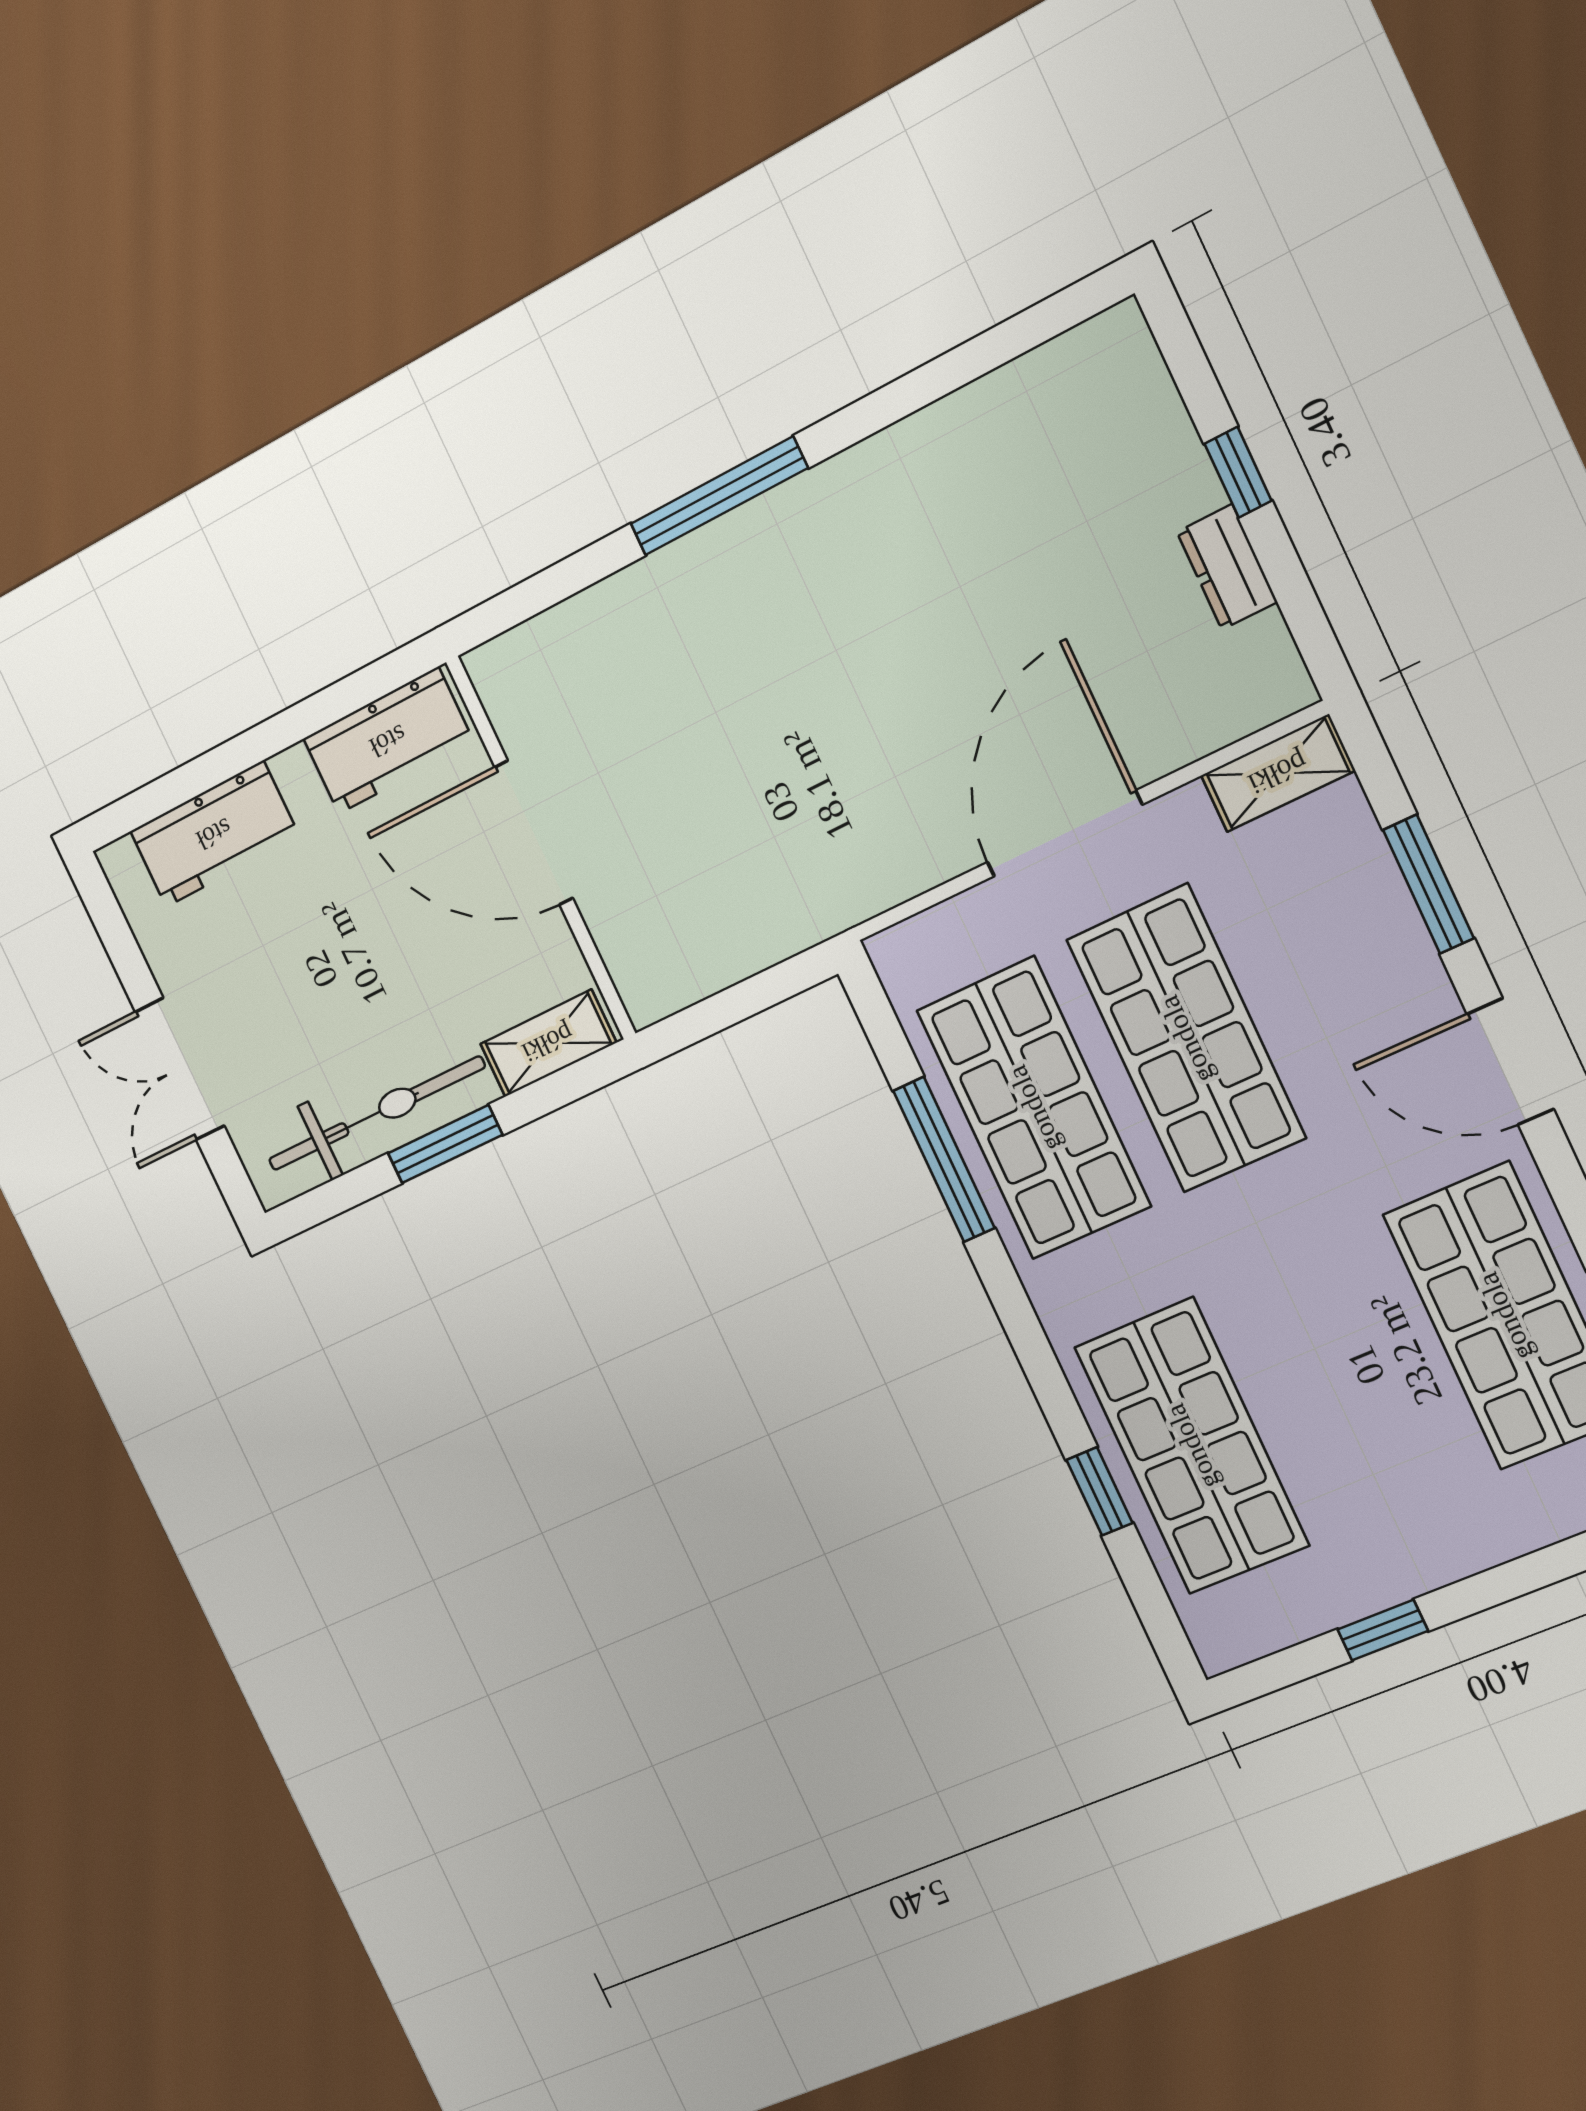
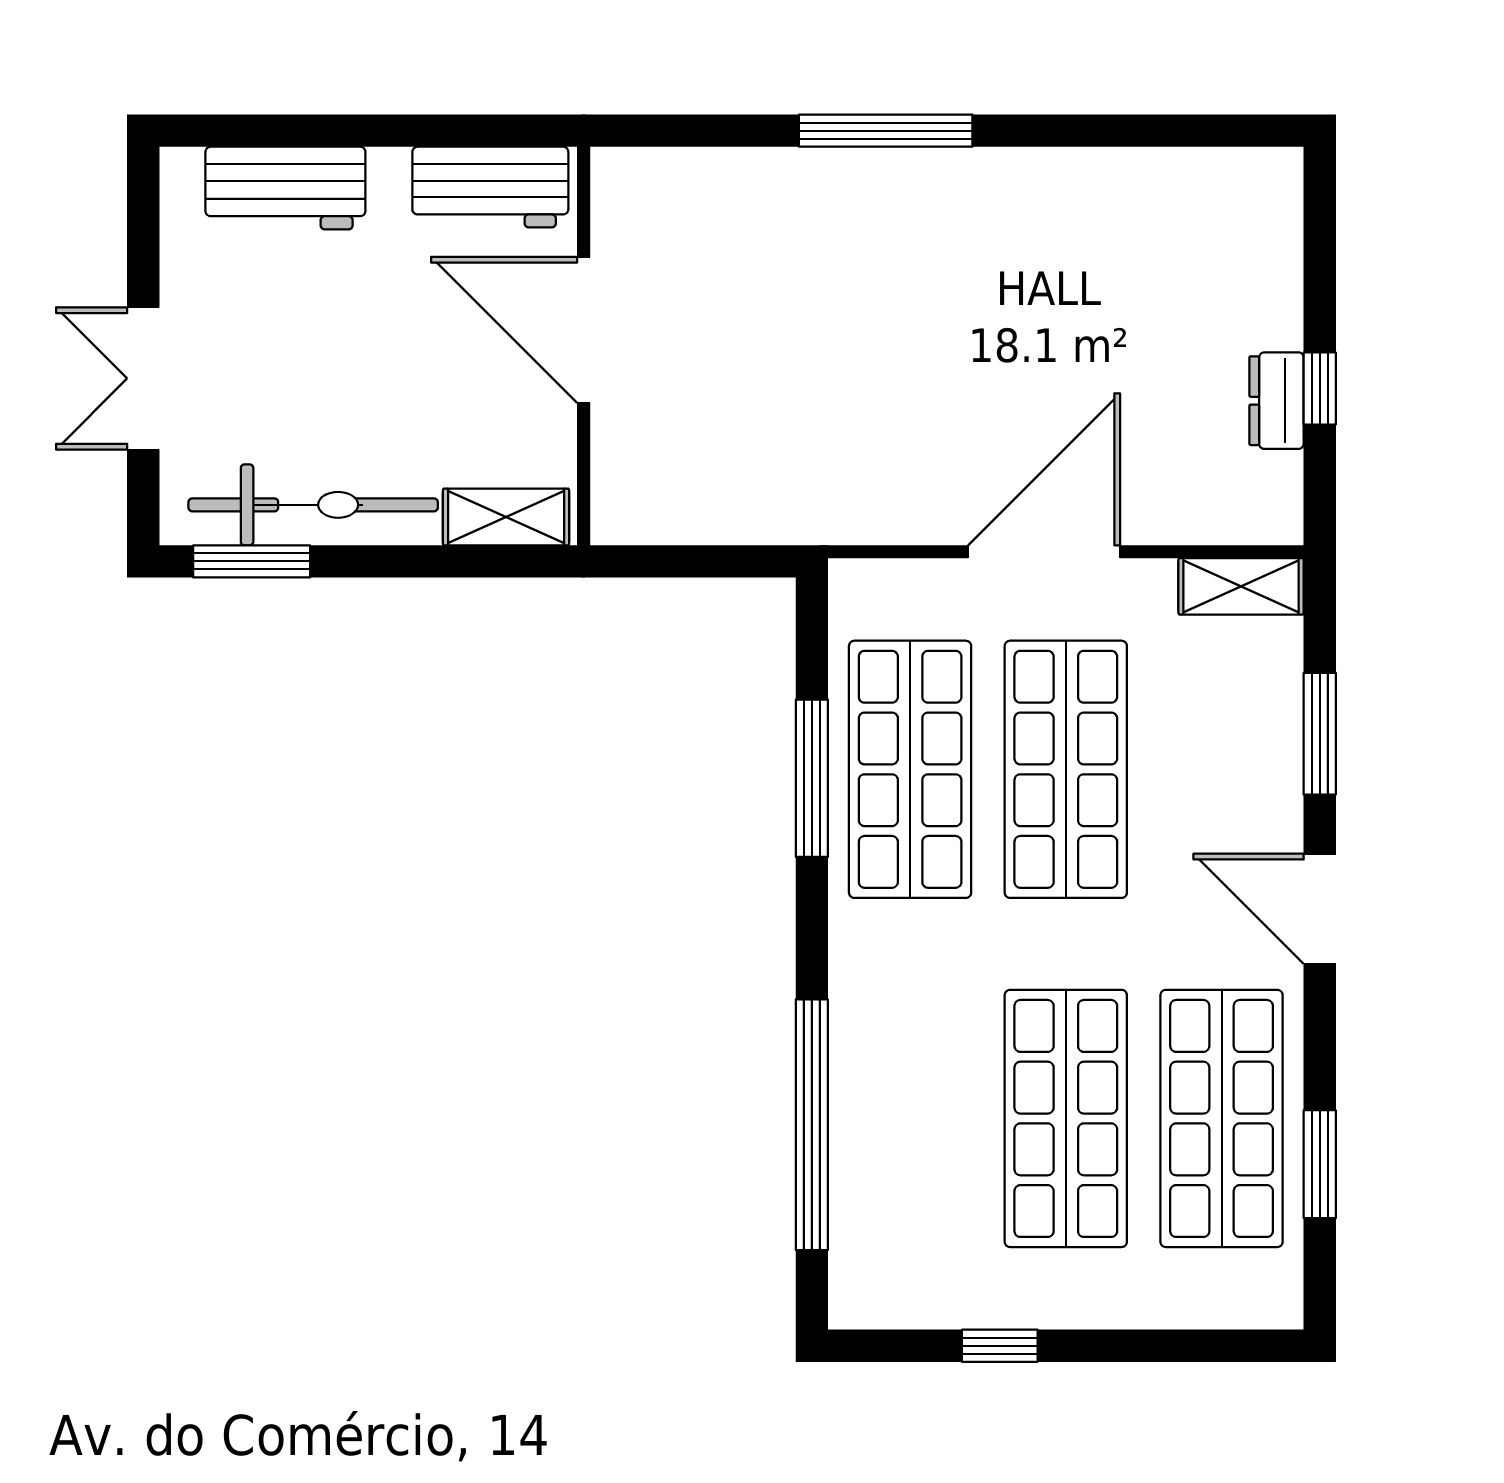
window: (1238, 472) -> (1320, 389), moved
window: (445, 1144) -> (252, 561), moved
shop shelf: (1192, 1446) -> (1066, 1118), moved
window: (1099, 1491) -> (812, 1125), width x3.17

